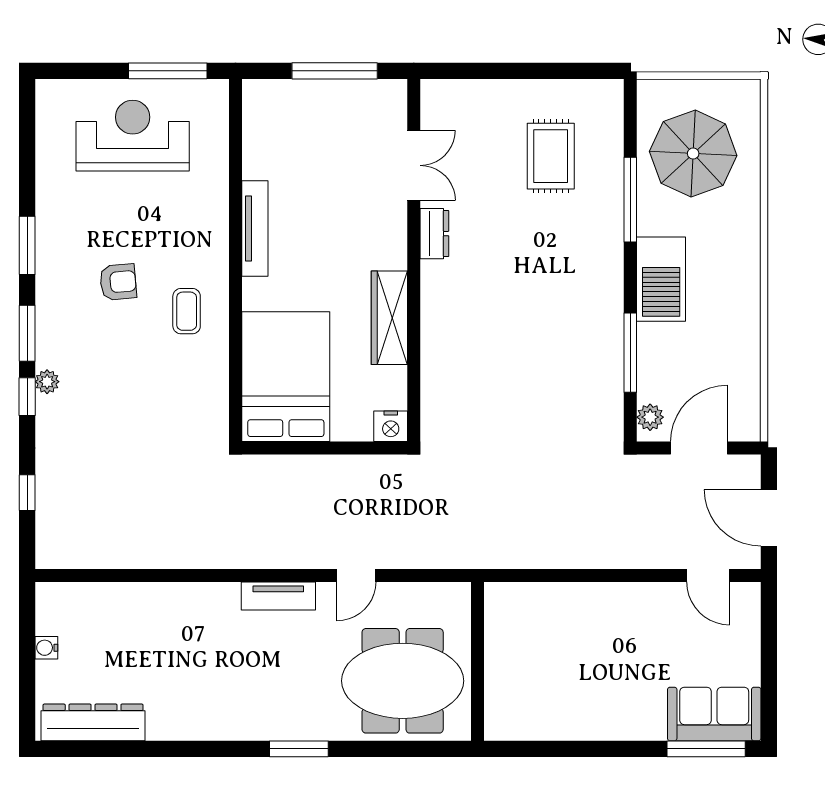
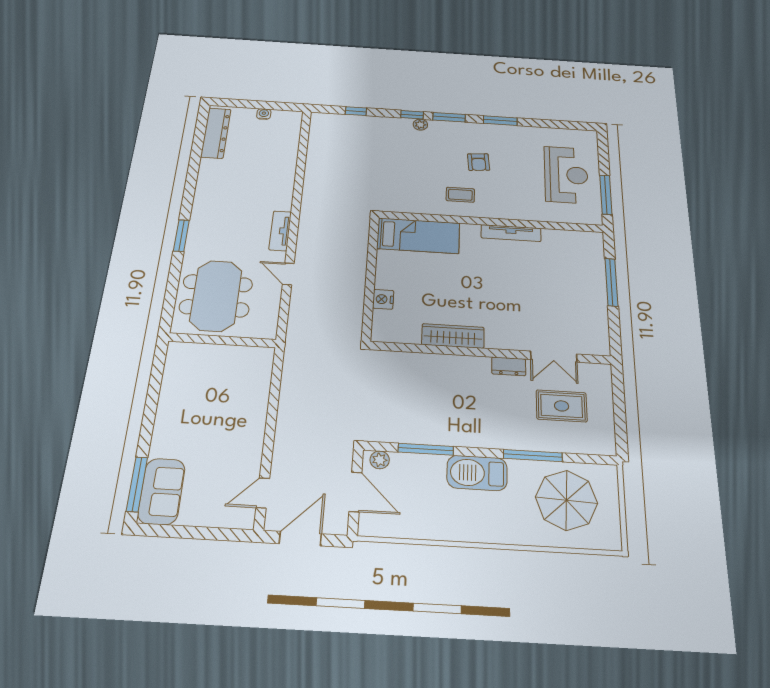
double door: (414, 165) -> (554, 357), moved
dresser: (434, 234) -> (509, 366), moved
wall: (414, 260) -> (491, 353), moved
wardrobe: (389, 318) -> (453, 336), moved
bed: (286, 377) -> (418, 236), width x0.67

